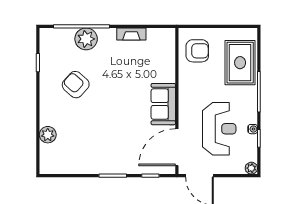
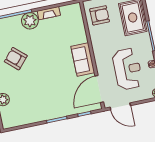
plant: (86, 39) -> (30, 21), moved

